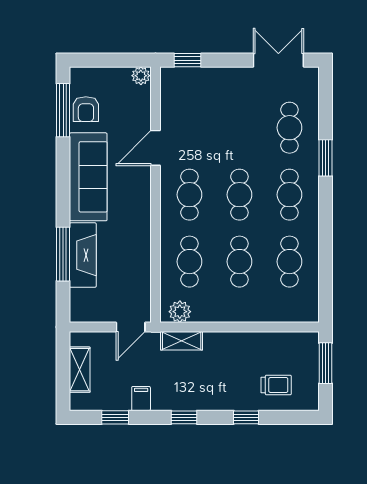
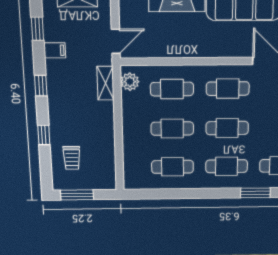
door: (131, 327) -> (116, 41), swing flipped
window: (326, 363) -> (77, 195), moved

